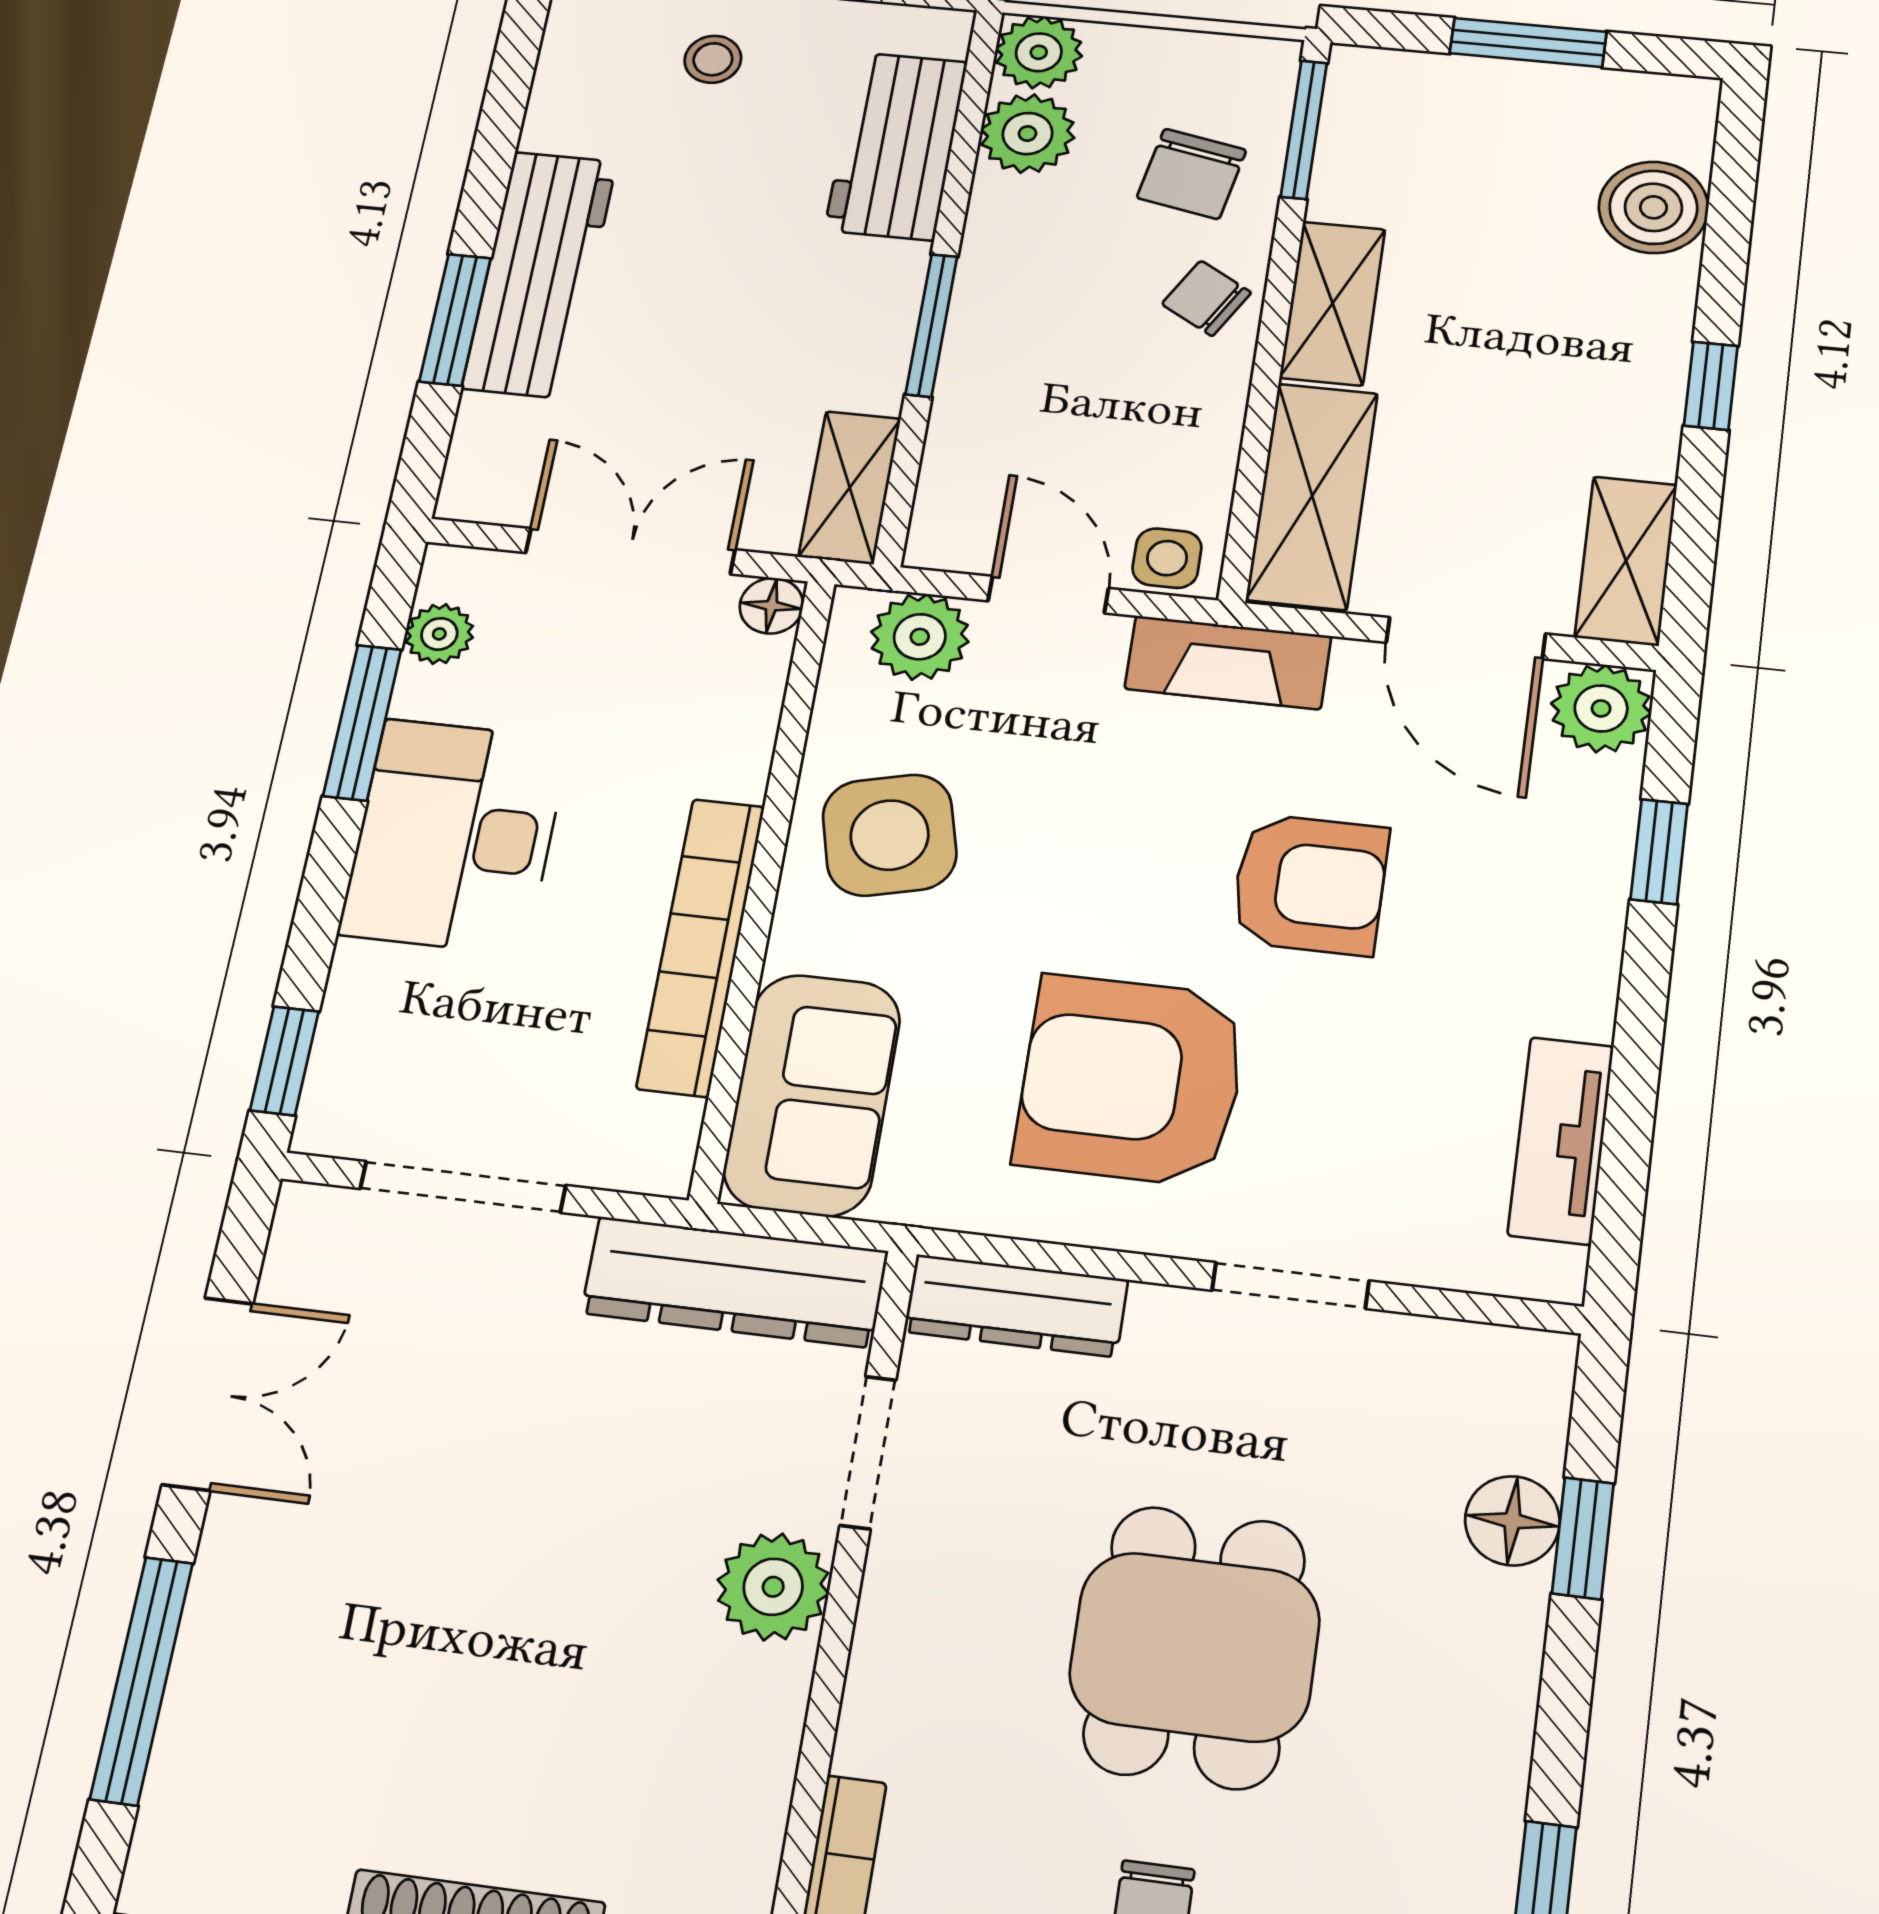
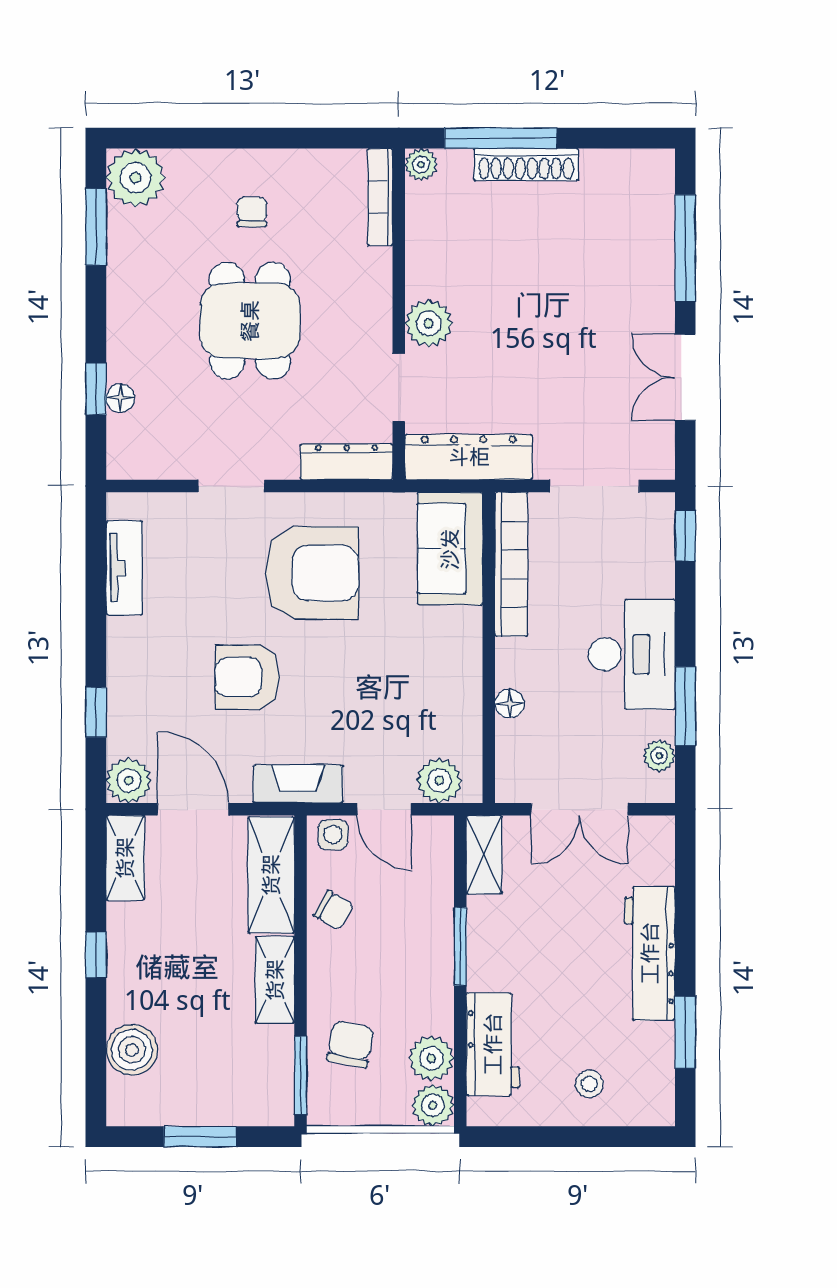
chair: (1206, 298) -> (334, 910), moved
window: (455, 320) -> (685, 1032), moved
floor lamp: (771, 606) -> (510, 704), moved
side table: (890, 835) -> (437, 679), removed
bookcase: (701, 946) -> (511, 564), moved
floor lamp: (1512, 1521) -> (121, 398), width x0.73, depth x0.73

